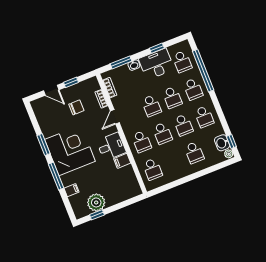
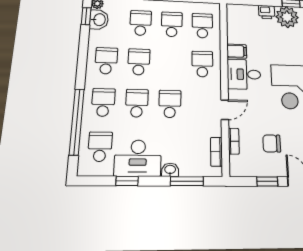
school desk: (162, 133) -> (172, 24), moved
printer: (112, 200) -> (267, 12), added

